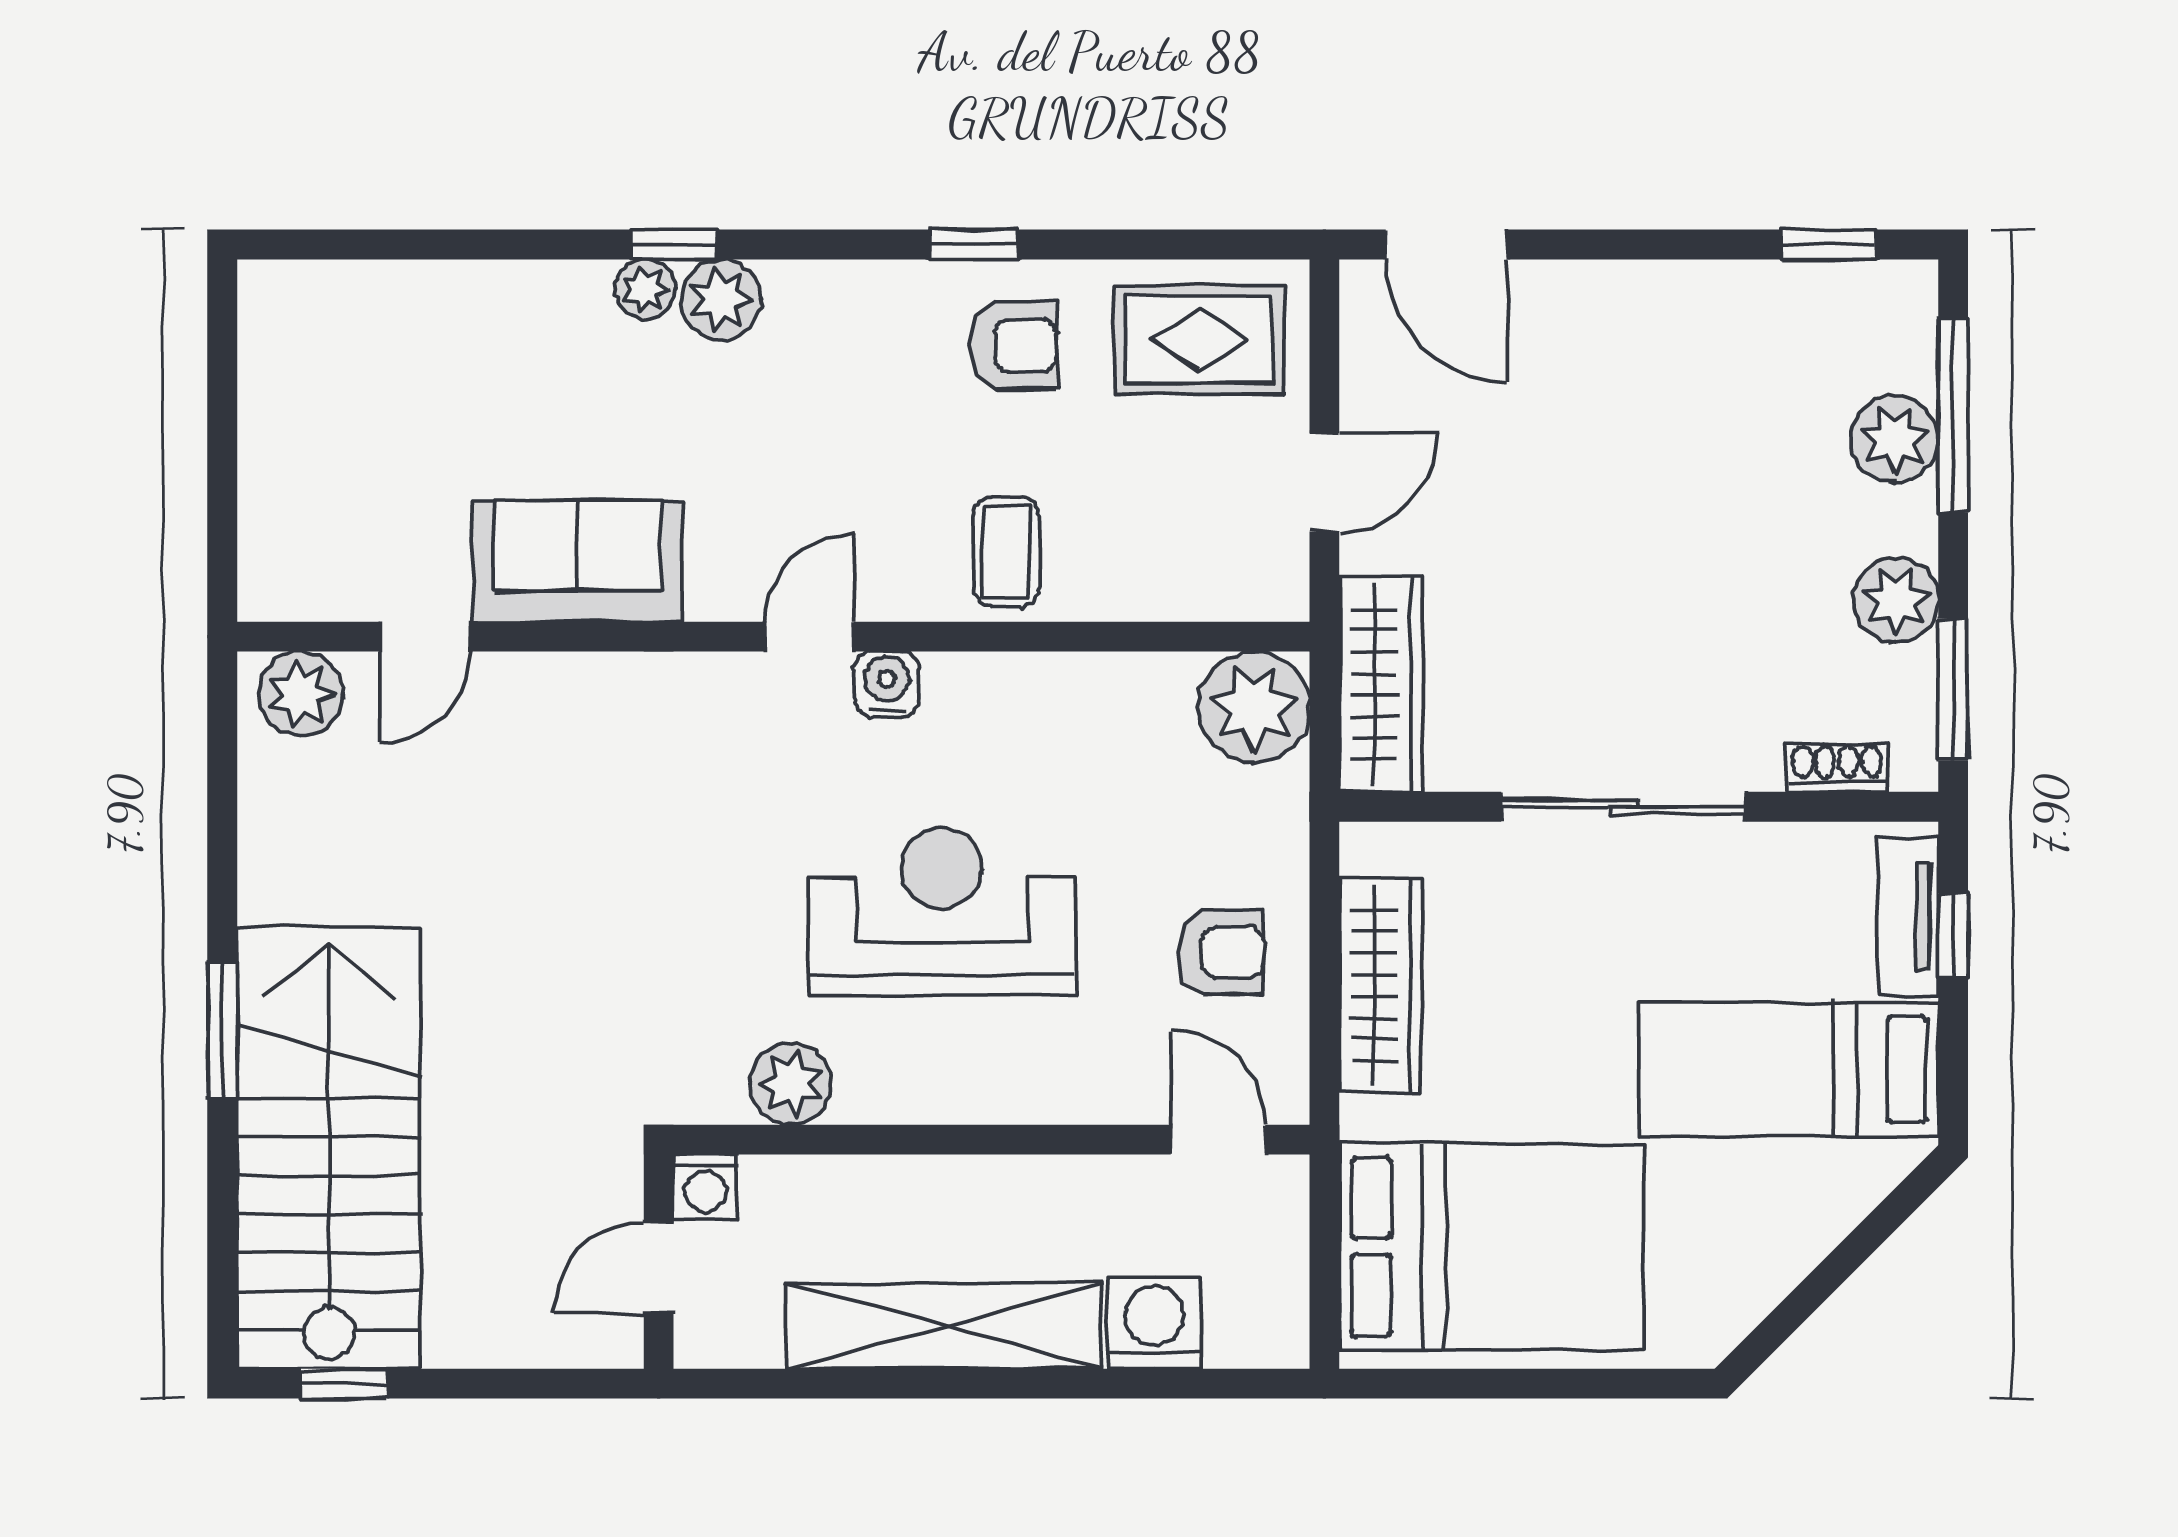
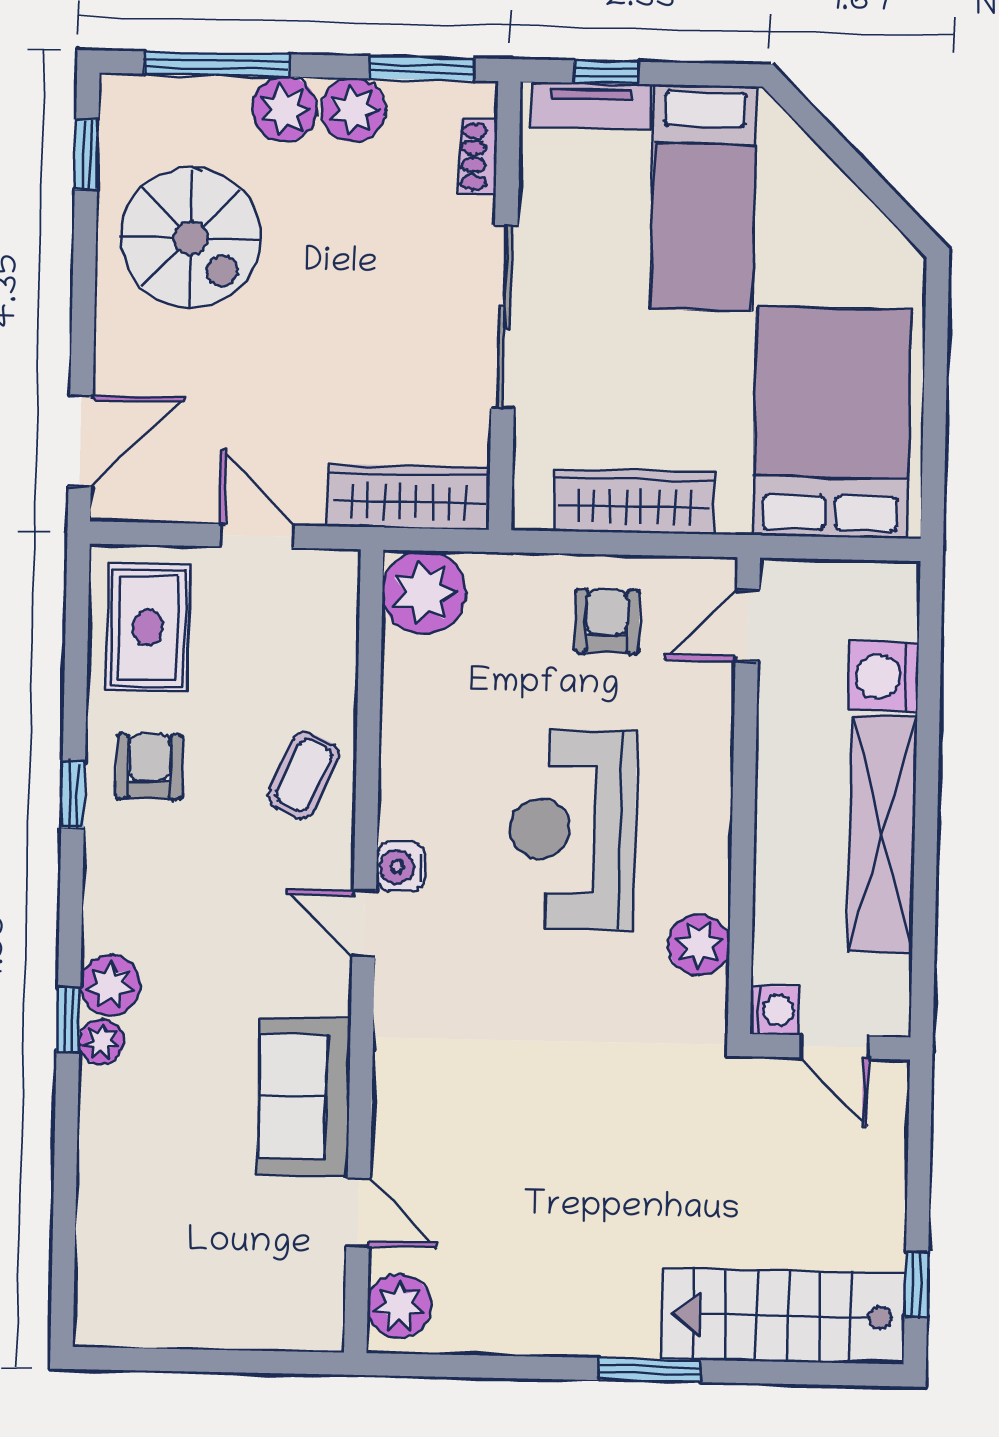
spiral stairs: (1720, 386) -> (191, 238), added
plant: (1895, 439) -> (285, 109), moved
coffee table: (1006, 552) -> (304, 775), turned -66
stairs: (329, 1148) -> (783, 1316), width x0.73, depth x0.66

